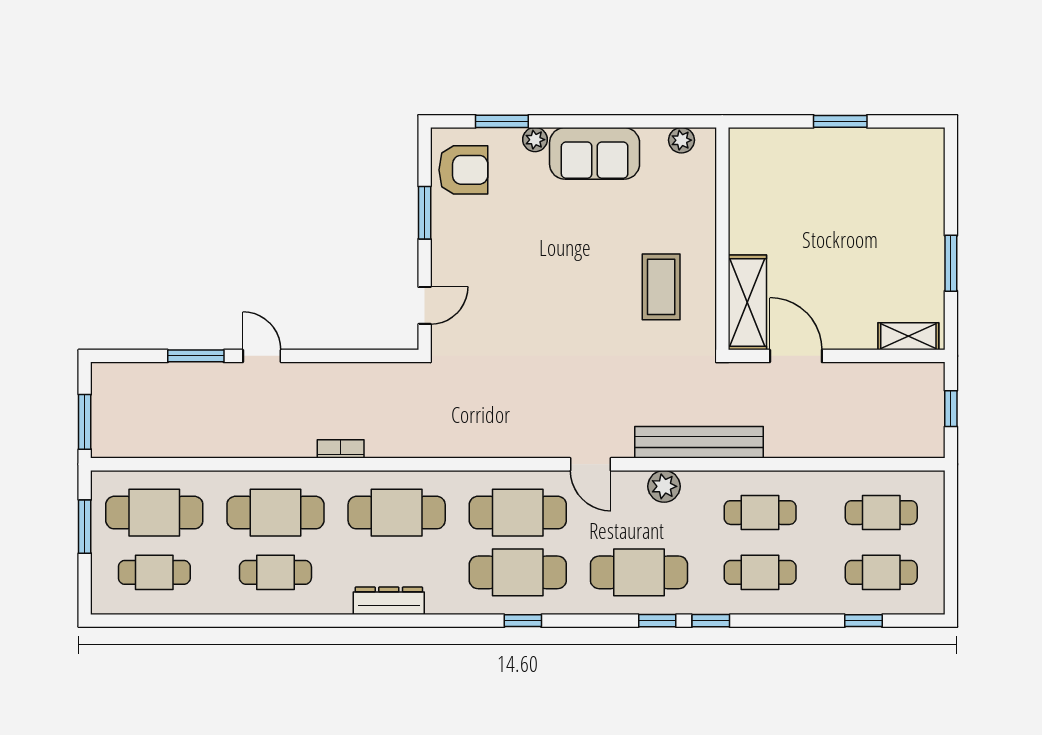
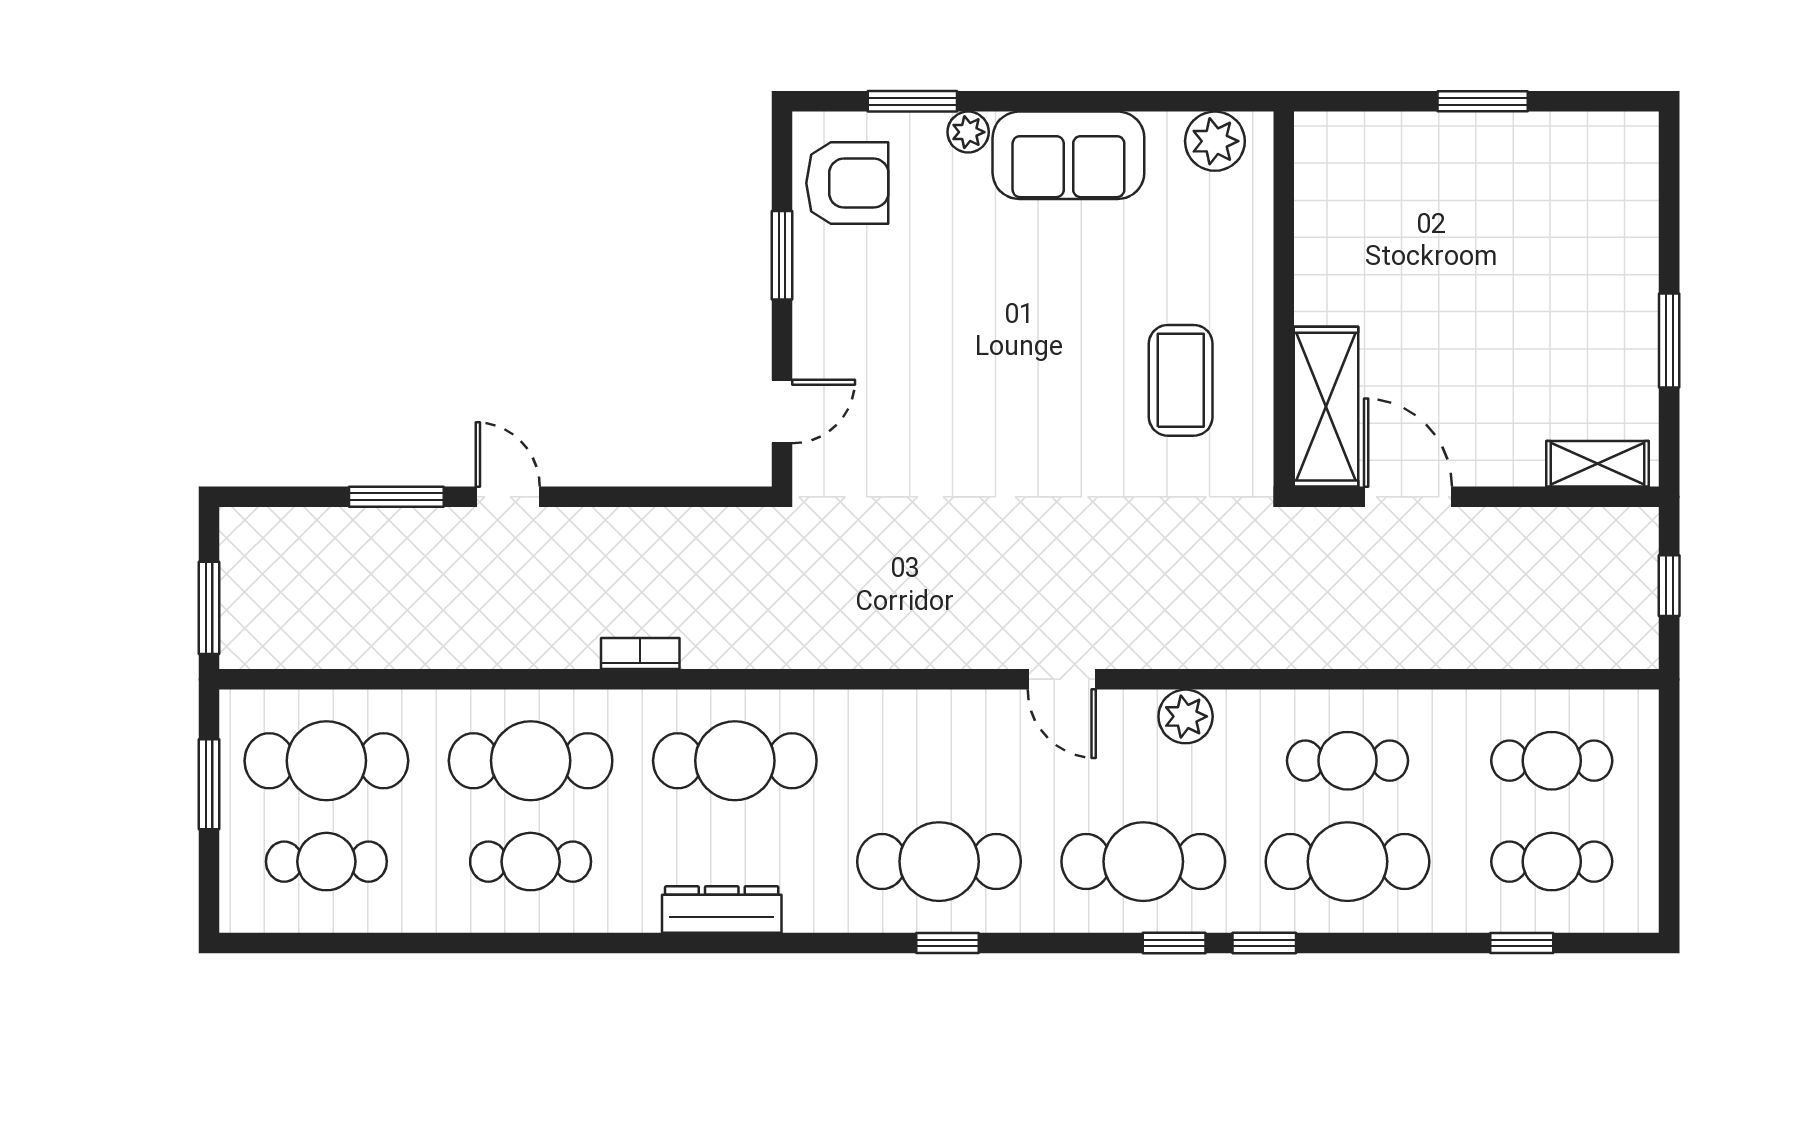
plant: (681, 140) -> (1215, 141), width x1.38, depth x1.38
bench: (699, 442) -> (1245, 642), removed
cafe table: (518, 513) -> (939, 761), removed
cafe table: (760, 572) -> (1348, 862), width x1.37, depth x1.35

